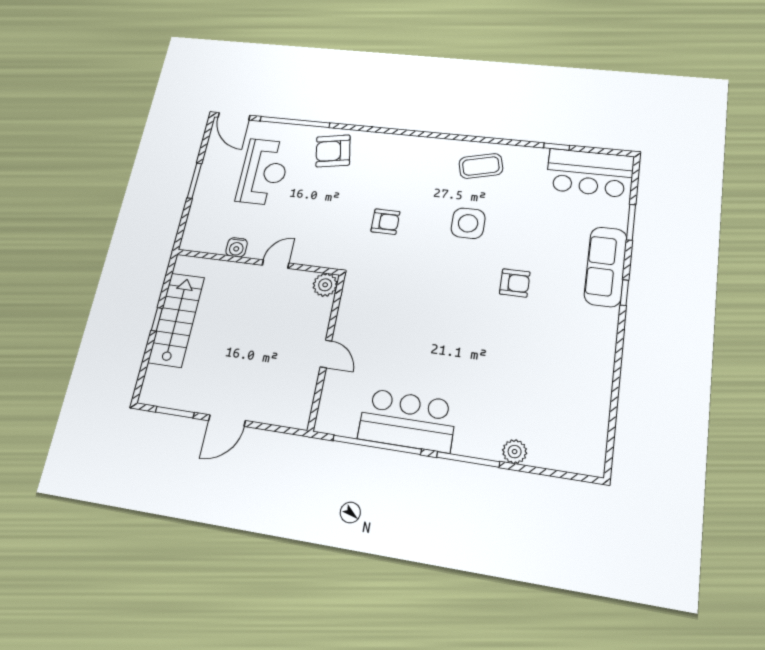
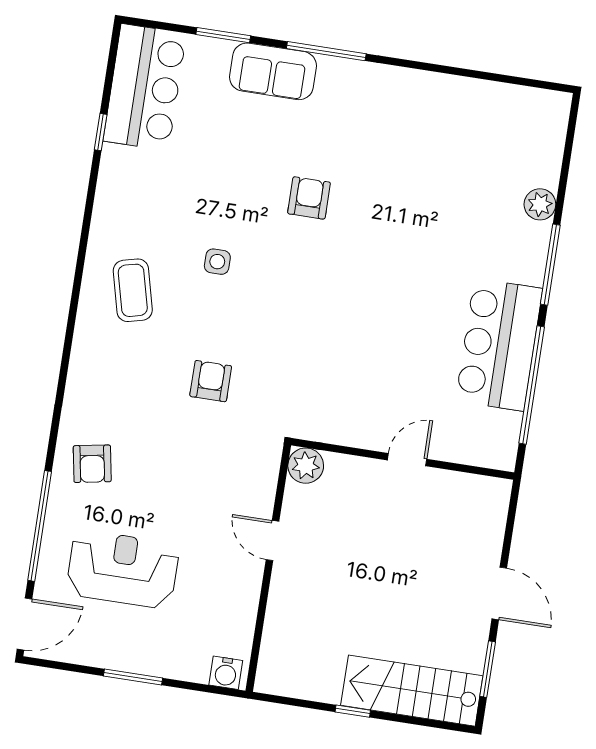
armchair: (333, 151) -> (92, 464), width x0.72, depth x0.72
coffee table: (481, 166) -> (133, 290), moved
side table: (468, 223) -> (217, 262), width x0.54, depth x0.54
water cooler: (237, 247) -> (226, 673), moved, turned 90
sofa: (606, 267) -> (273, 71), width x0.73
window: (624, 293) -> (326, 51), width x2.17
stairs: (176, 320) -> (412, 691), moved

